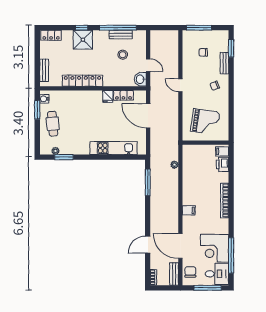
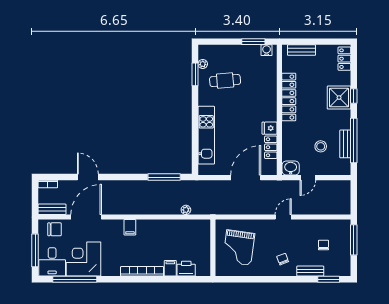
cafe table: (53, 124) -> (225, 81), moved
filing cabinet: (222, 151) -> (170, 268), moved

